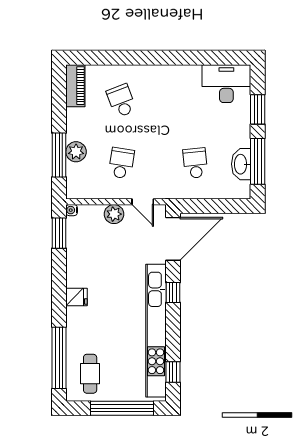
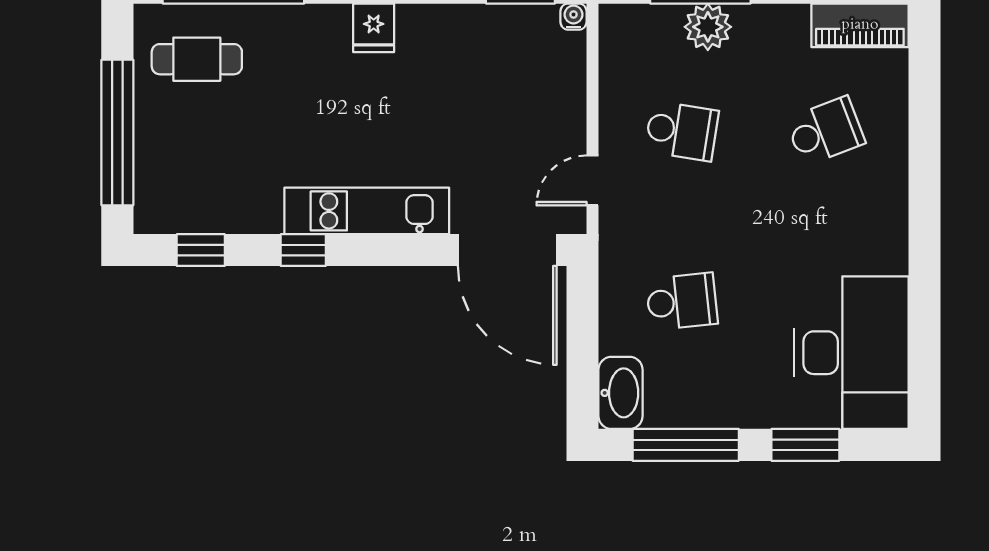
desk: (226, 84) -> (851, 353), width x1.36, depth x1.30
washbasin: (241, 164) -> (621, 393), moved, turned 90
plant: (114, 214) -> (564, 114), removed
window: (173, 292) -> (303, 250), moved
kitchen unit: (156, 331) -> (367, 211), width x0.54

